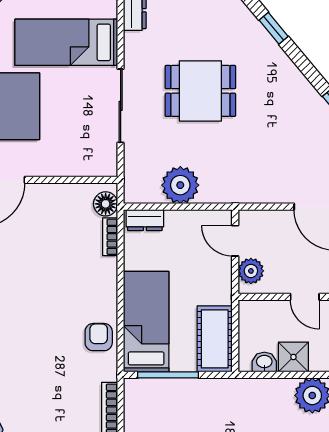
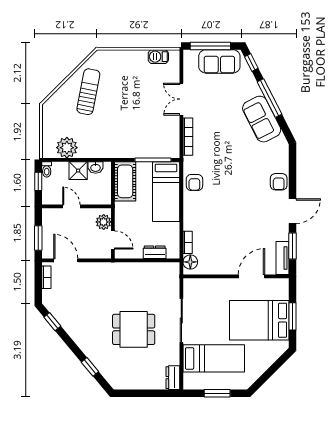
plant: (180, 185) -> (146, 273), removed
dresser: (145, 220) -> (155, 252), moved

